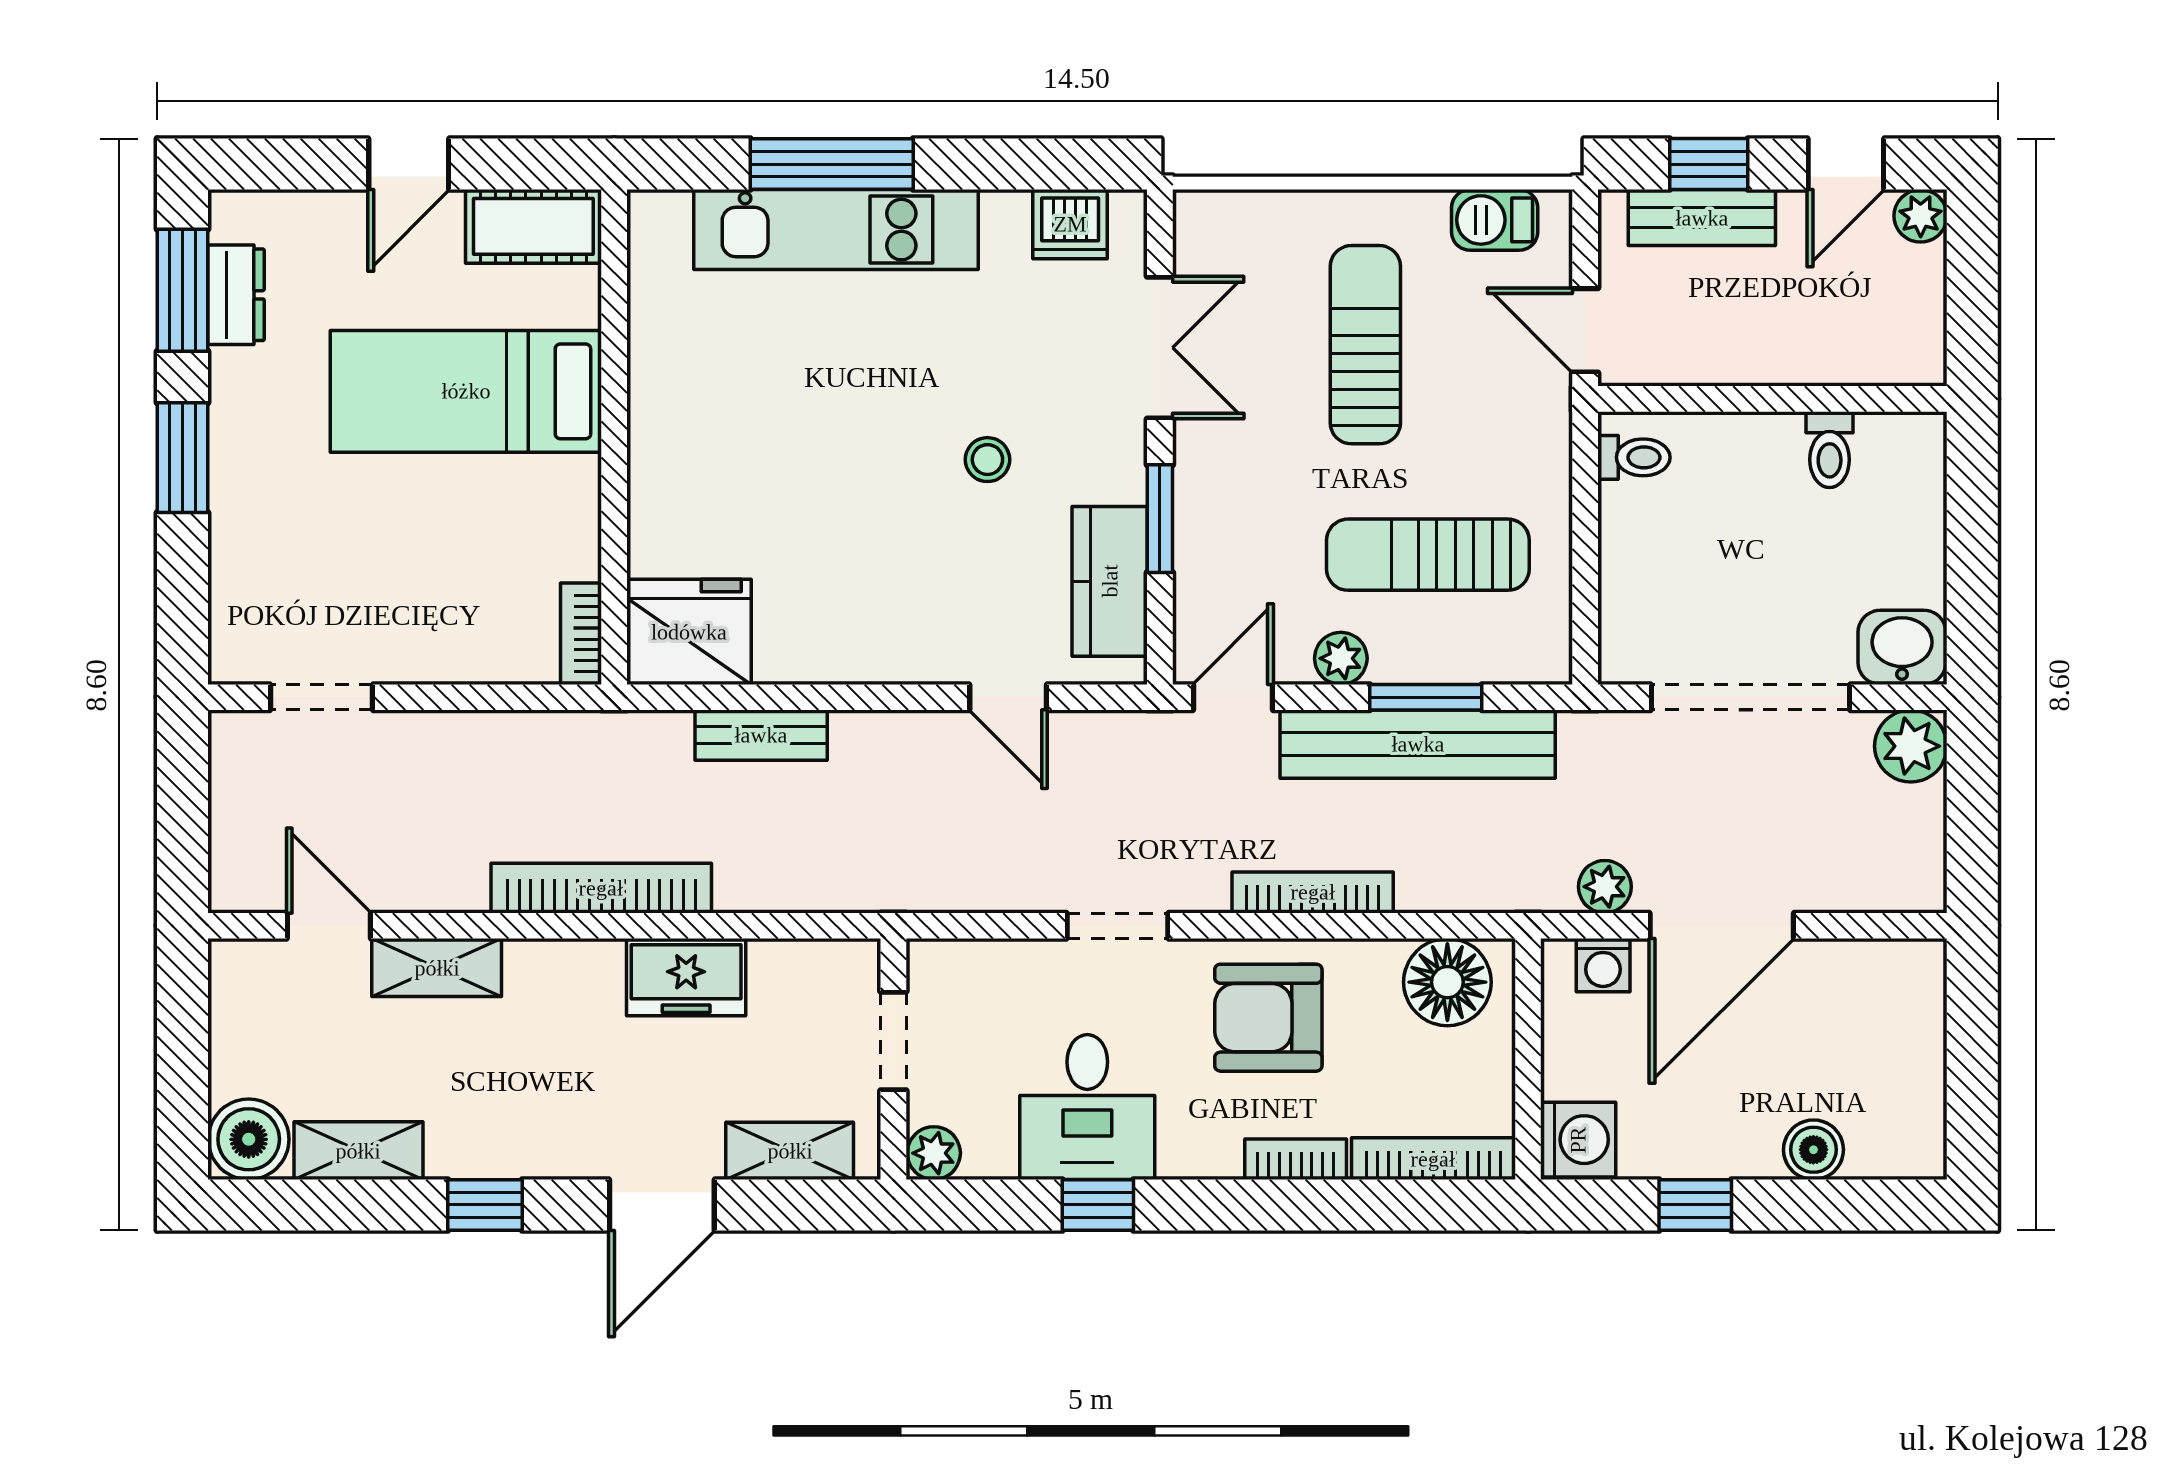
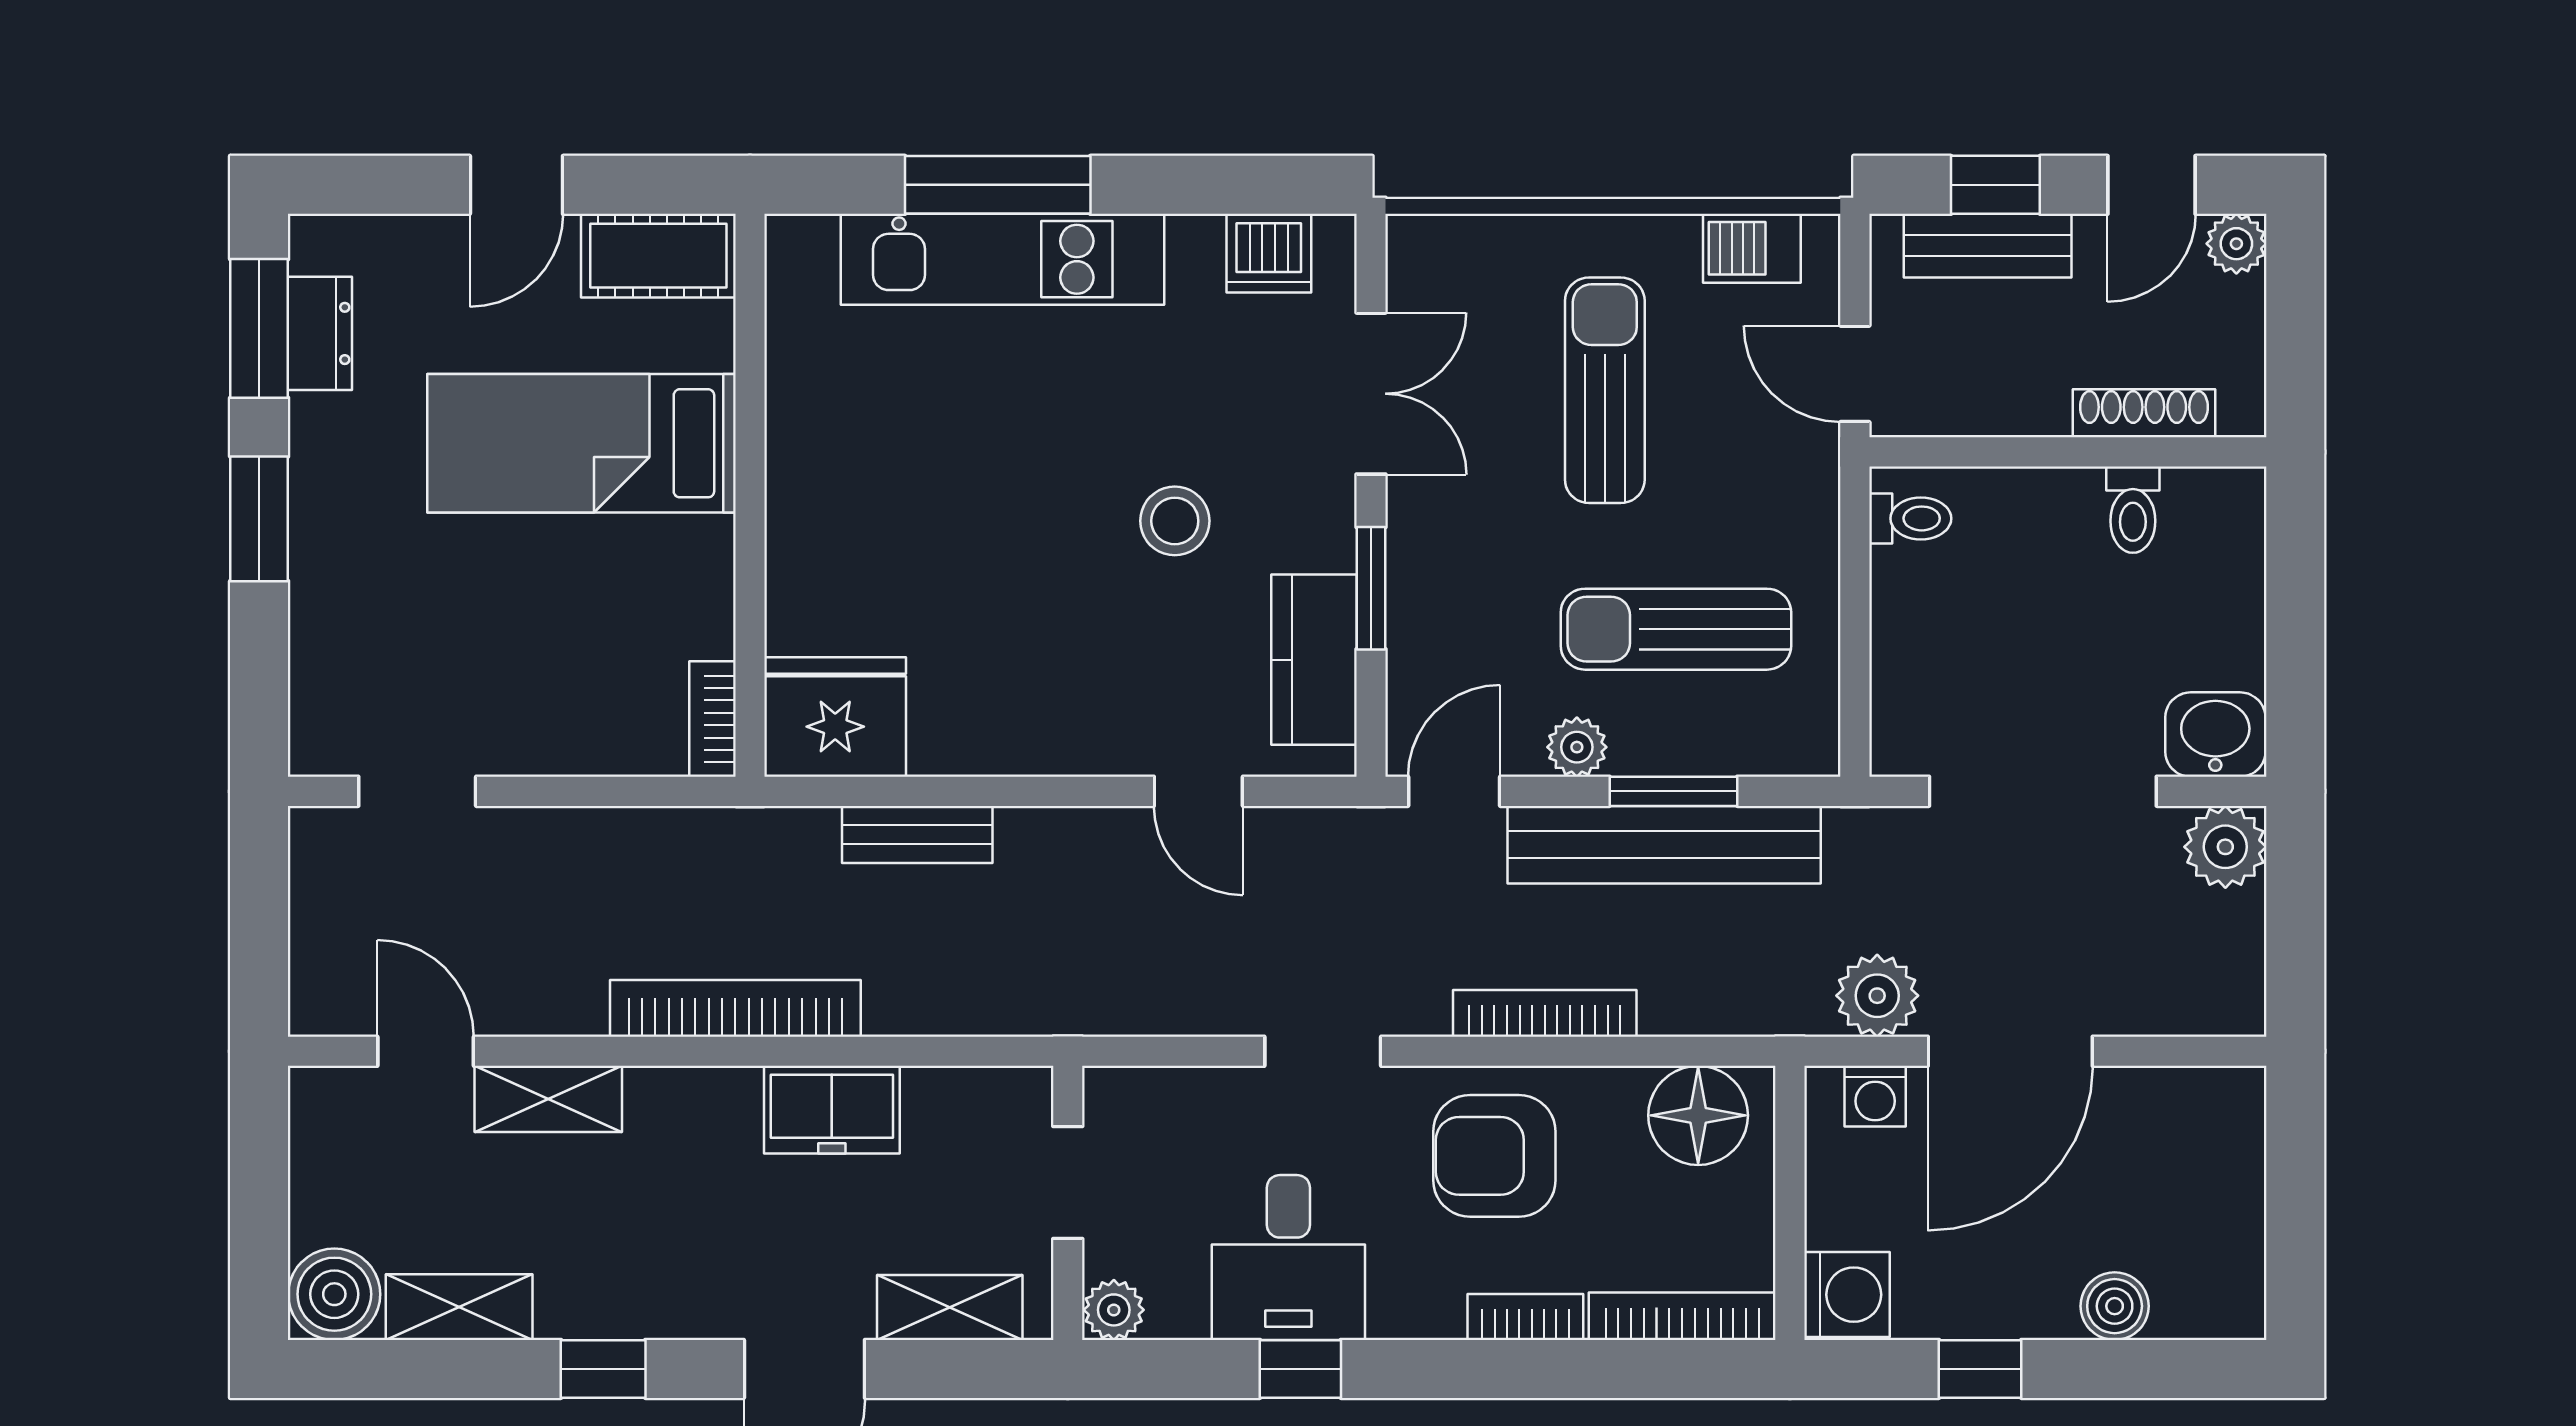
shoe rack: (1839, 365) -> (2144, 413), added
stool: (987, 460) -> (1175, 521), width x1.37, depth x1.37
plant: (1605, 887) -> (1877, 996), width x1.38, depth x1.38

